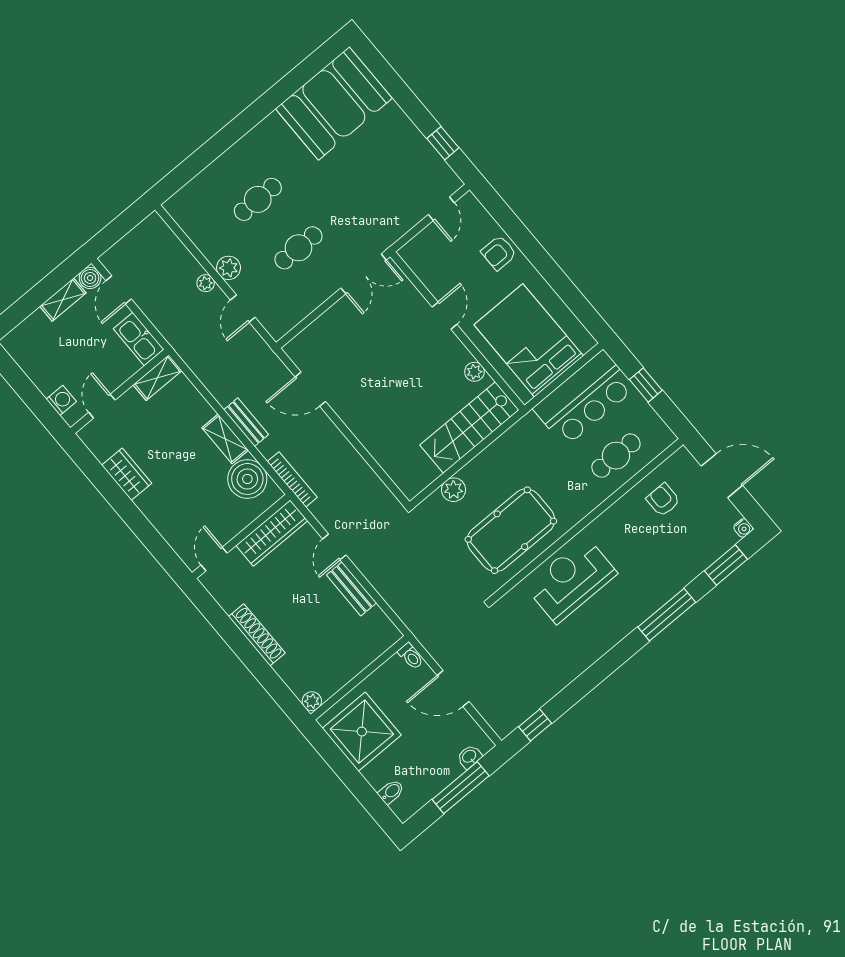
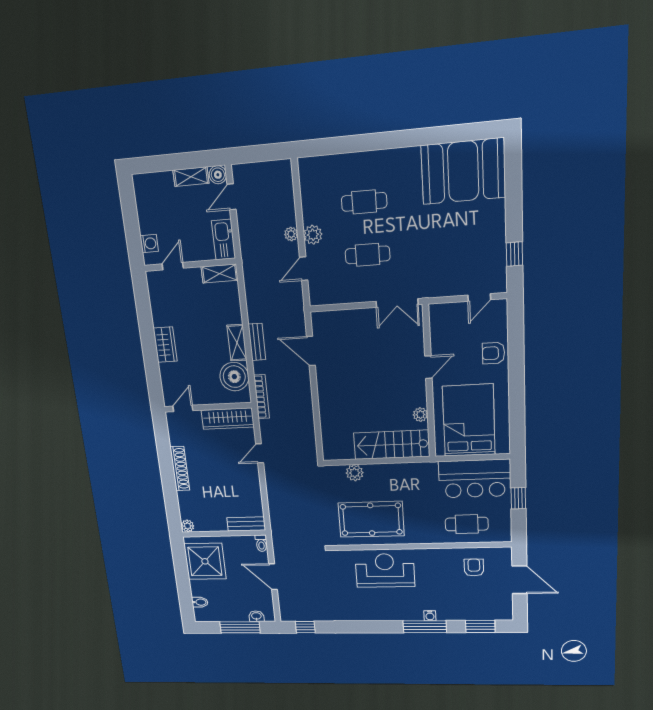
wardrobe: (127, 474) -> (165, 345), moved
water cooler: (743, 528) -> (430, 616), moved
bench: (352, 589) -> (246, 524), moved, turned 90

